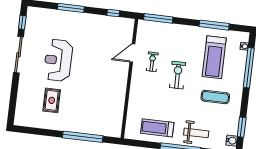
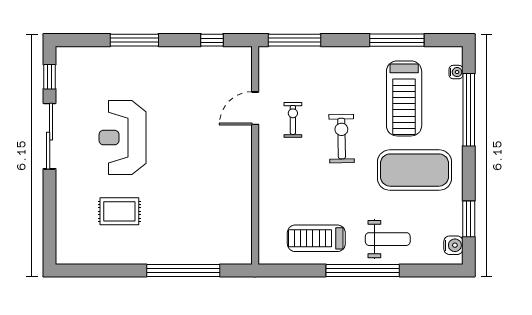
exercise mat: (215, 97) -> (414, 170), width x2.00, depth x1.45
rug: (52, 100) -> (119, 211), turned 90

